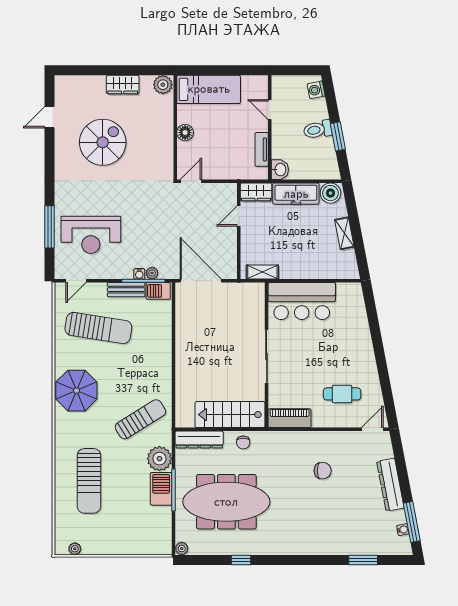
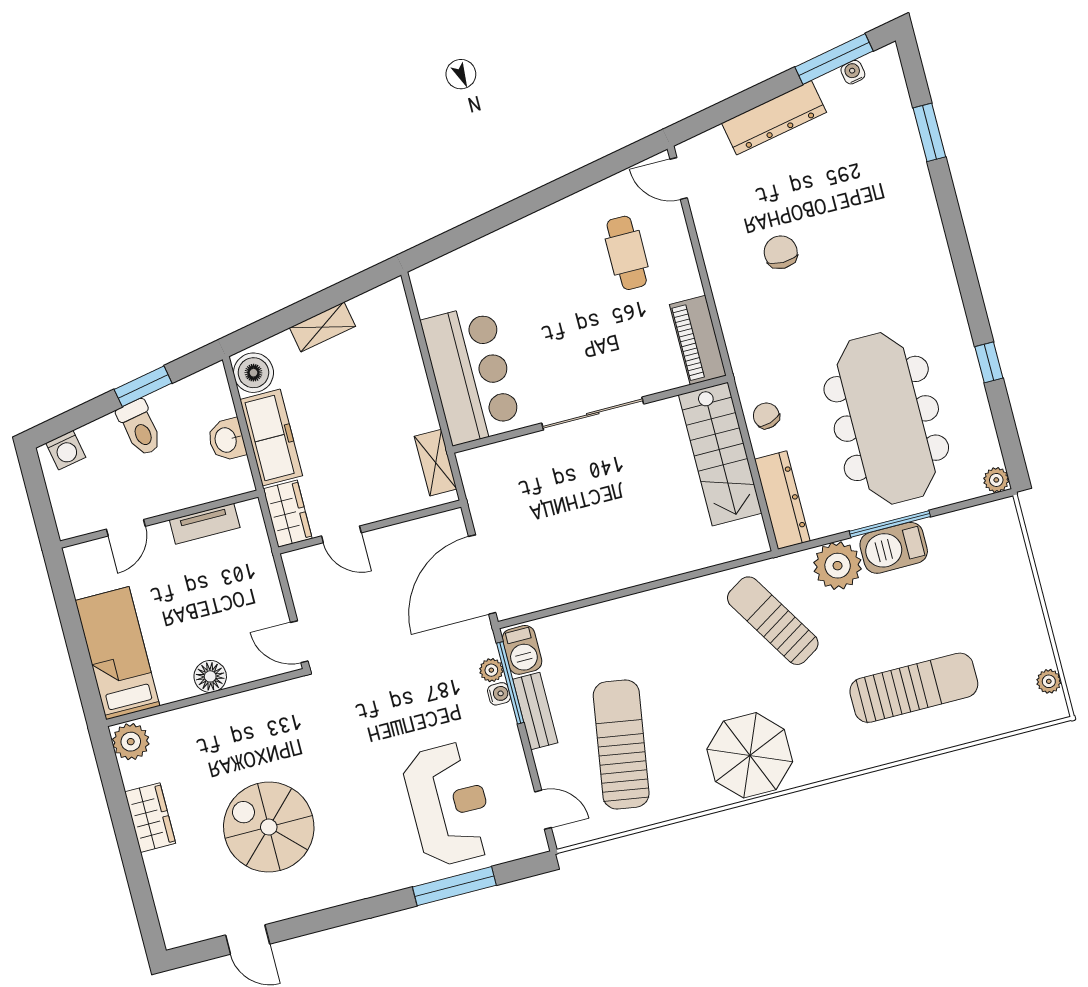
washbasin: (280, 170) -> (227, 440), moved, turned -90
chair: (243, 442) -> (766, 416), turned -107

